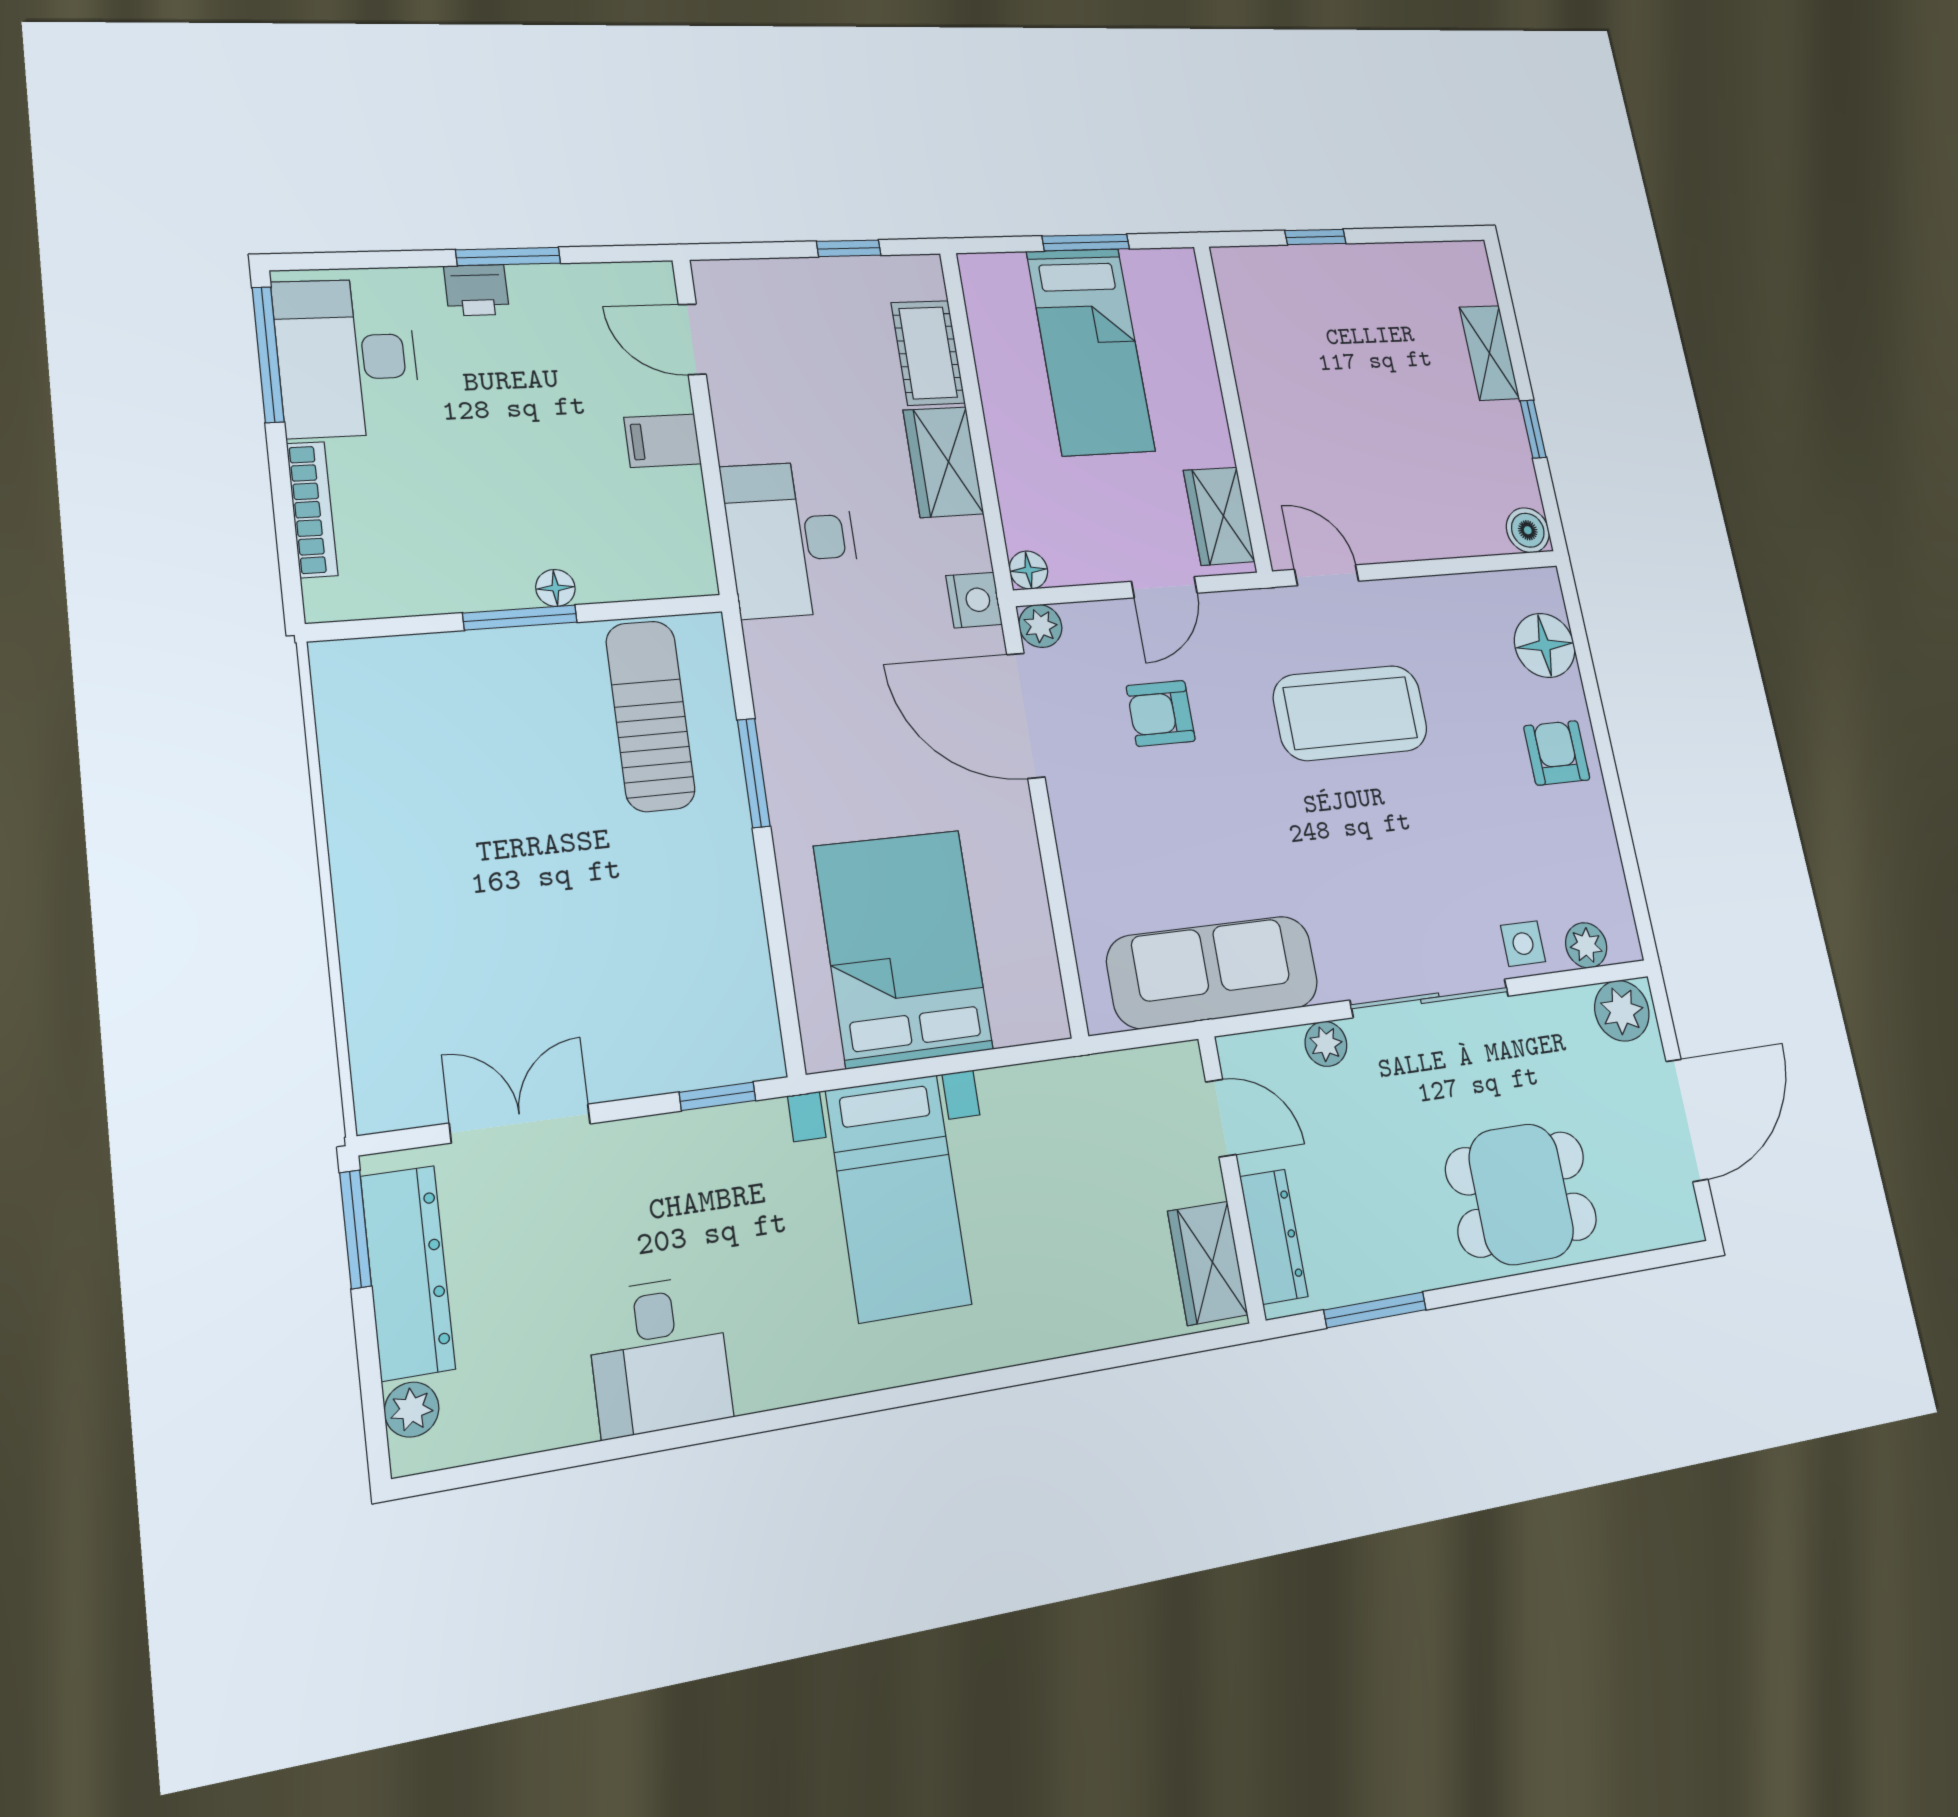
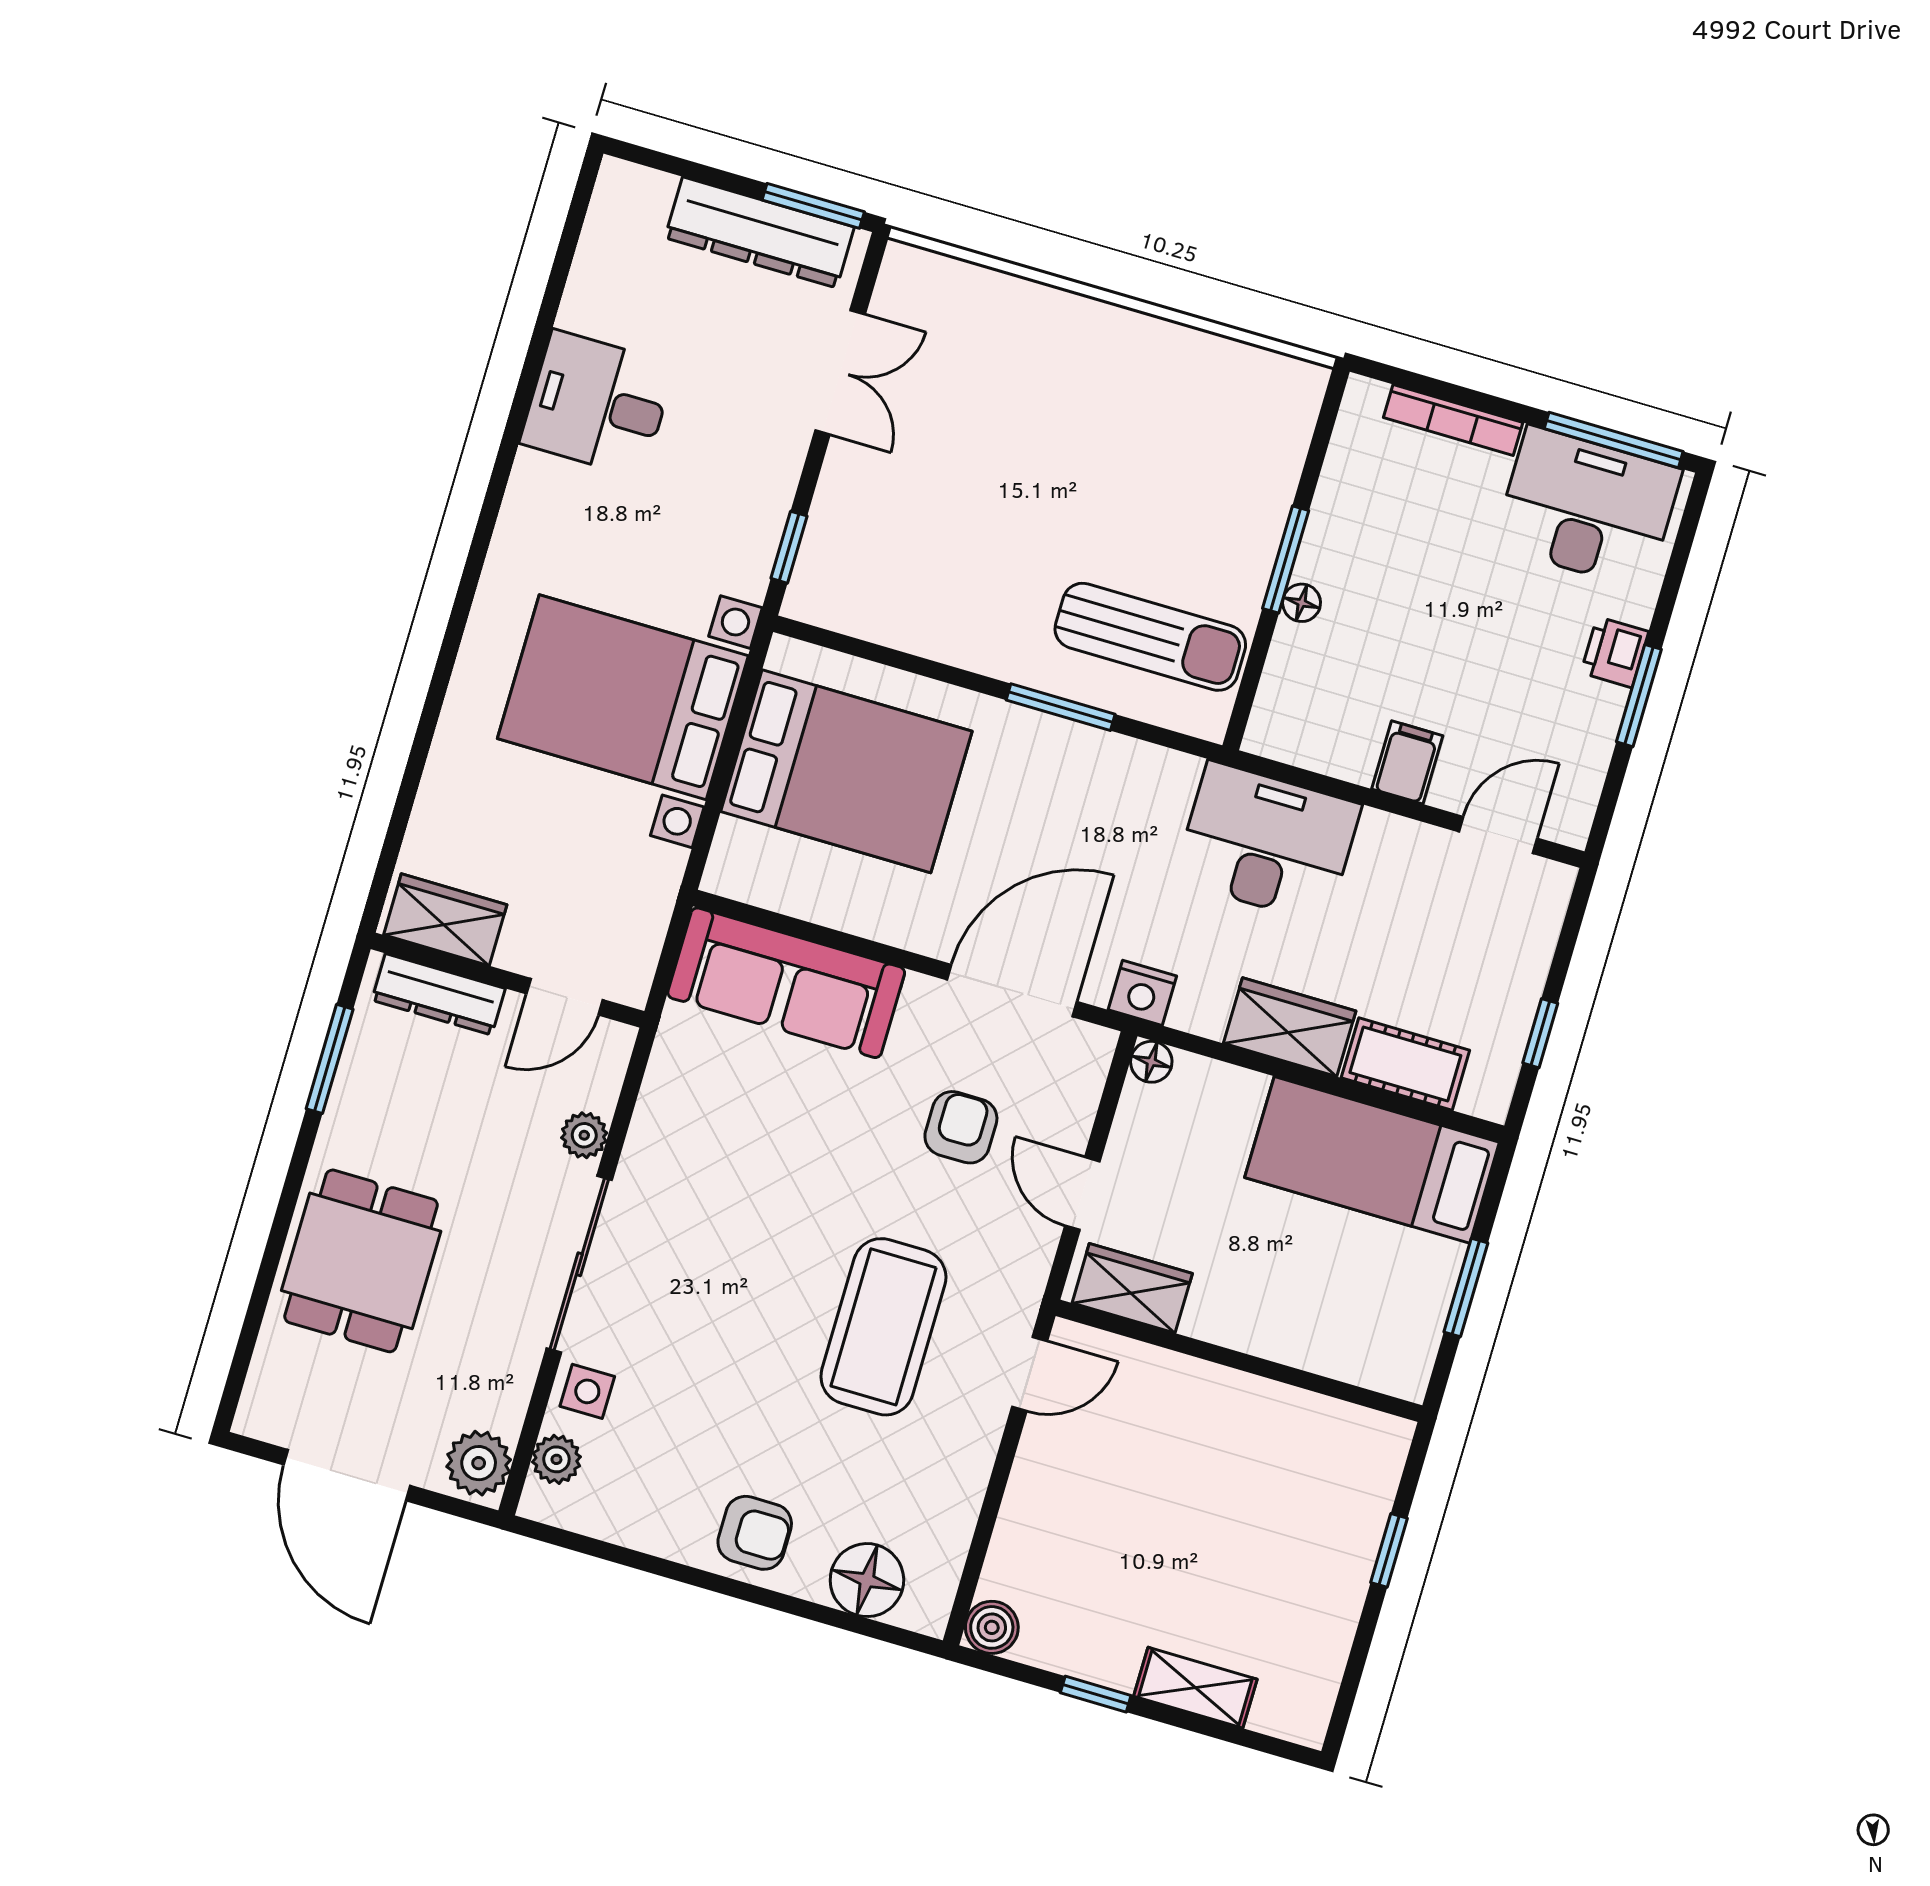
bed: (1091, 351) -> (1372, 1160), moved
plant: (1040, 626) -> (1092, 1047), removed
sofa: (1213, 972) -> (786, 983), moved, turned 90
bed with nightstands: (898, 1197) -> (623, 697), width x1.36
plant: (412, 1410) -> (650, 191), removed

